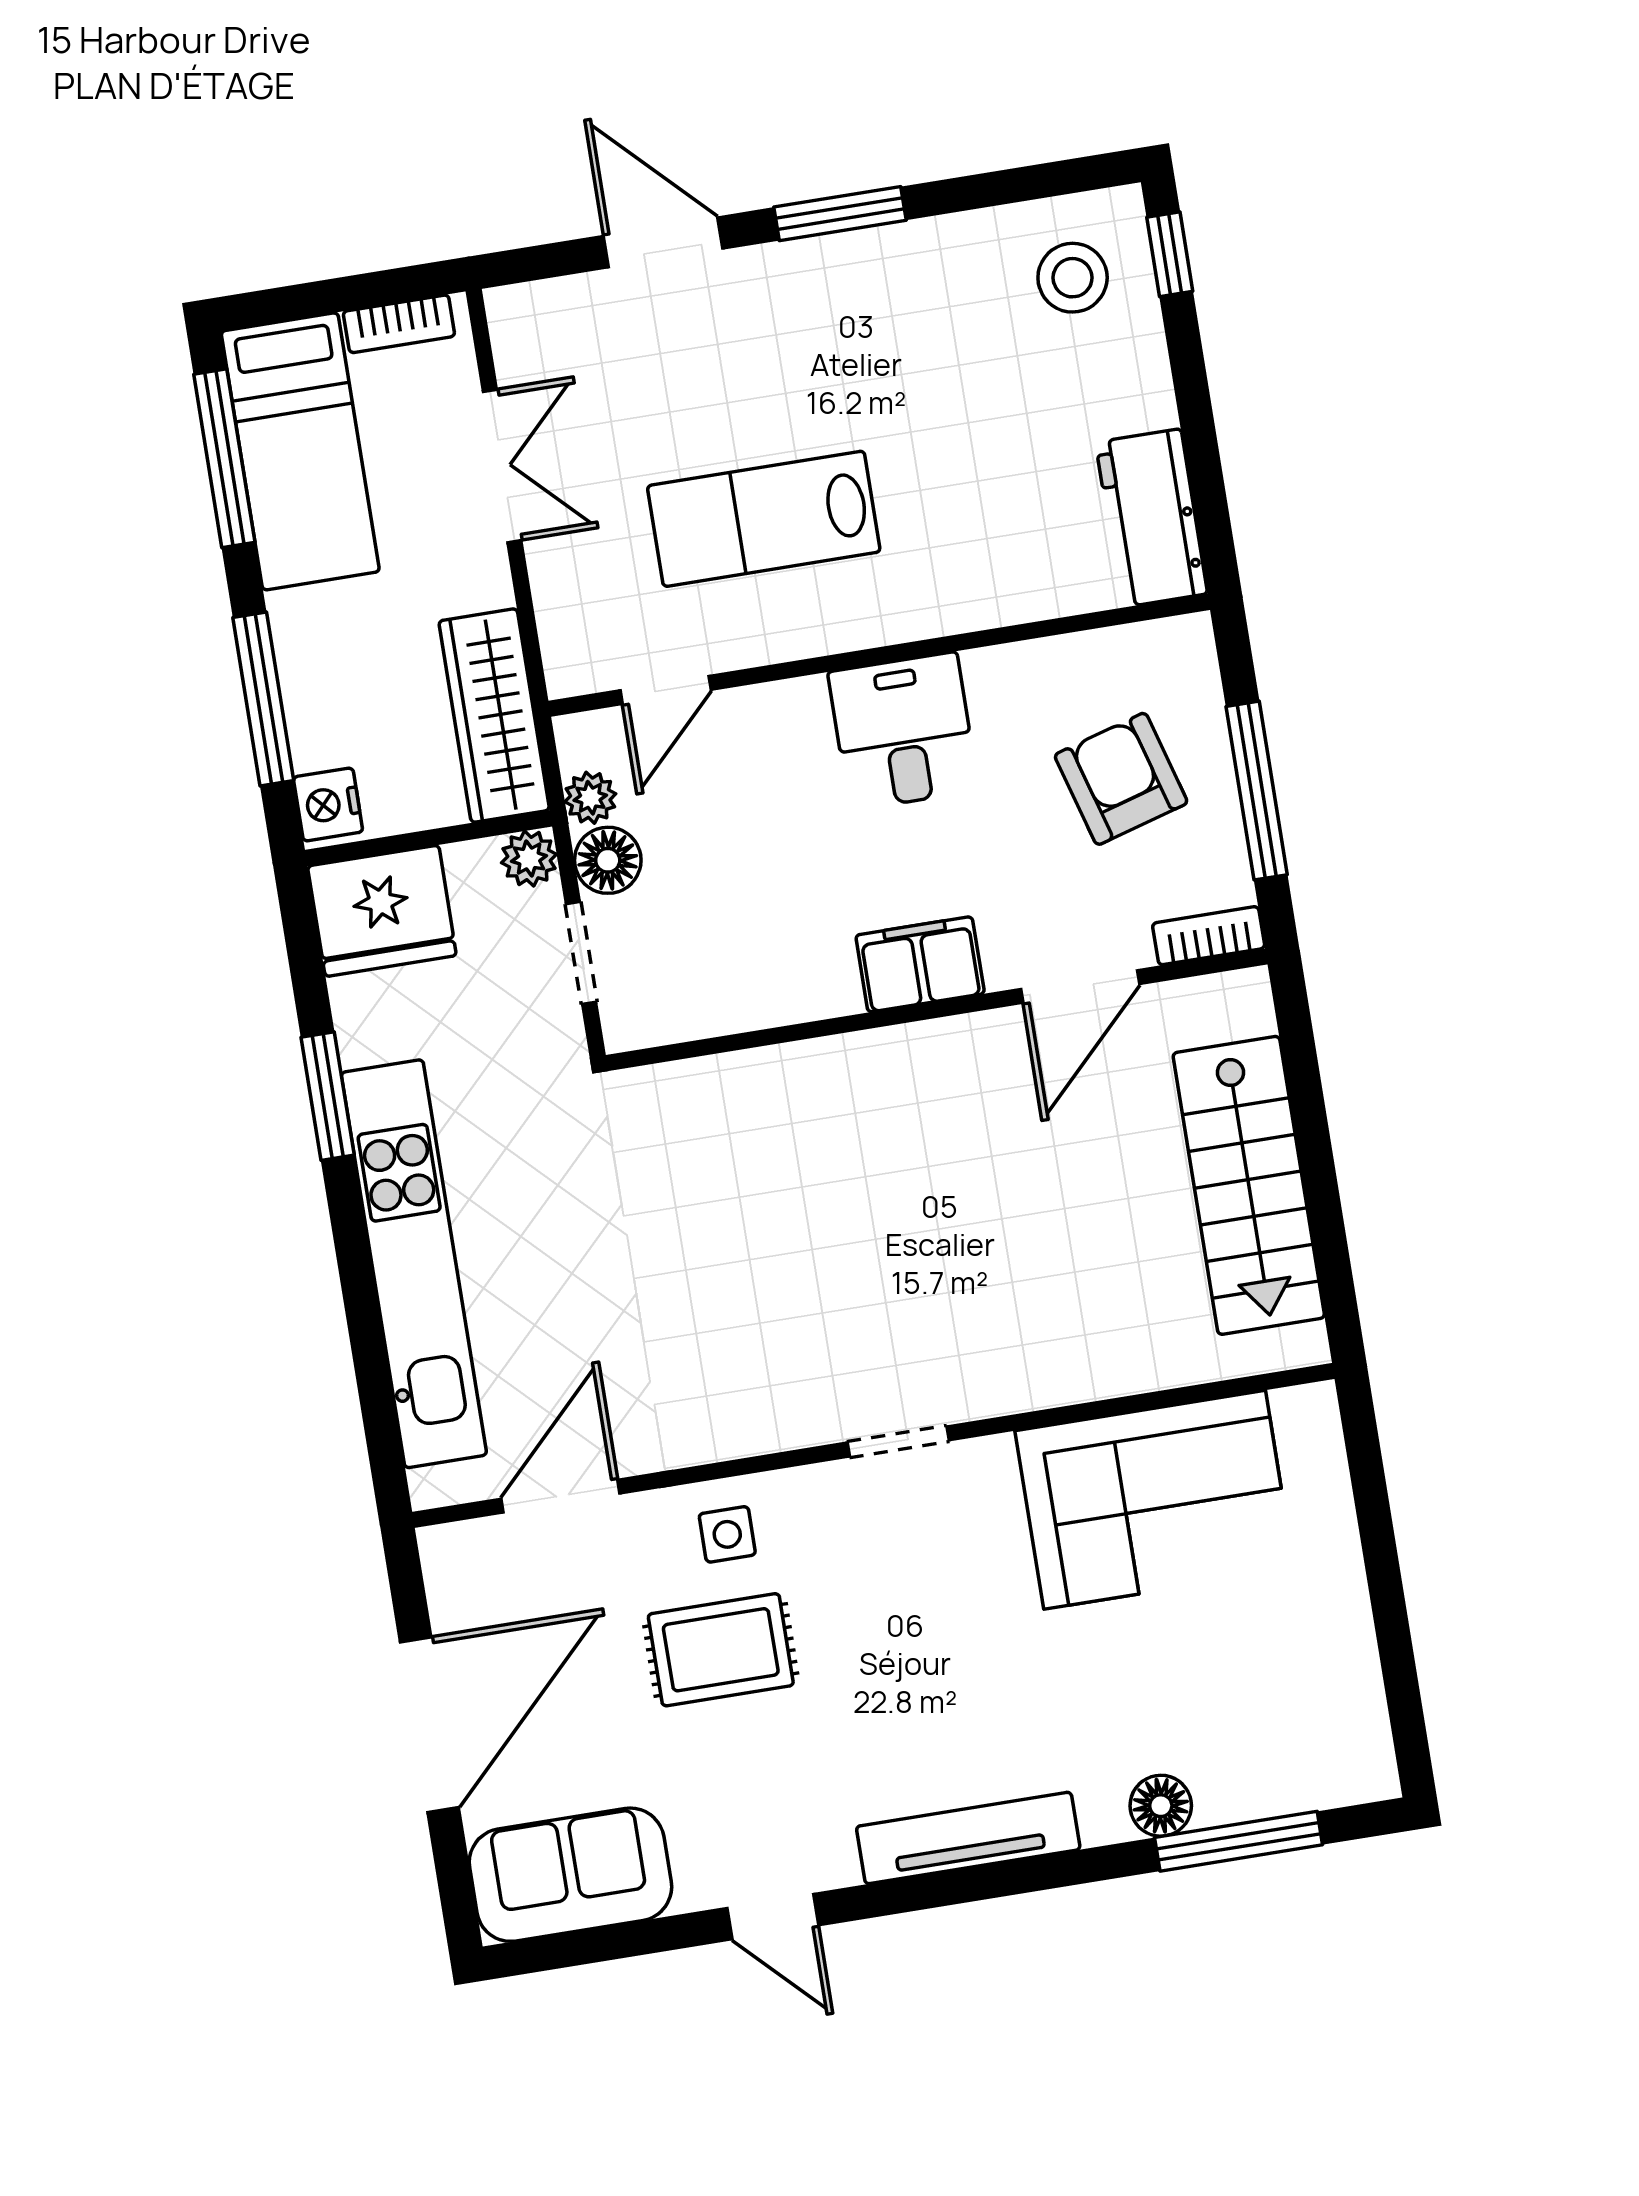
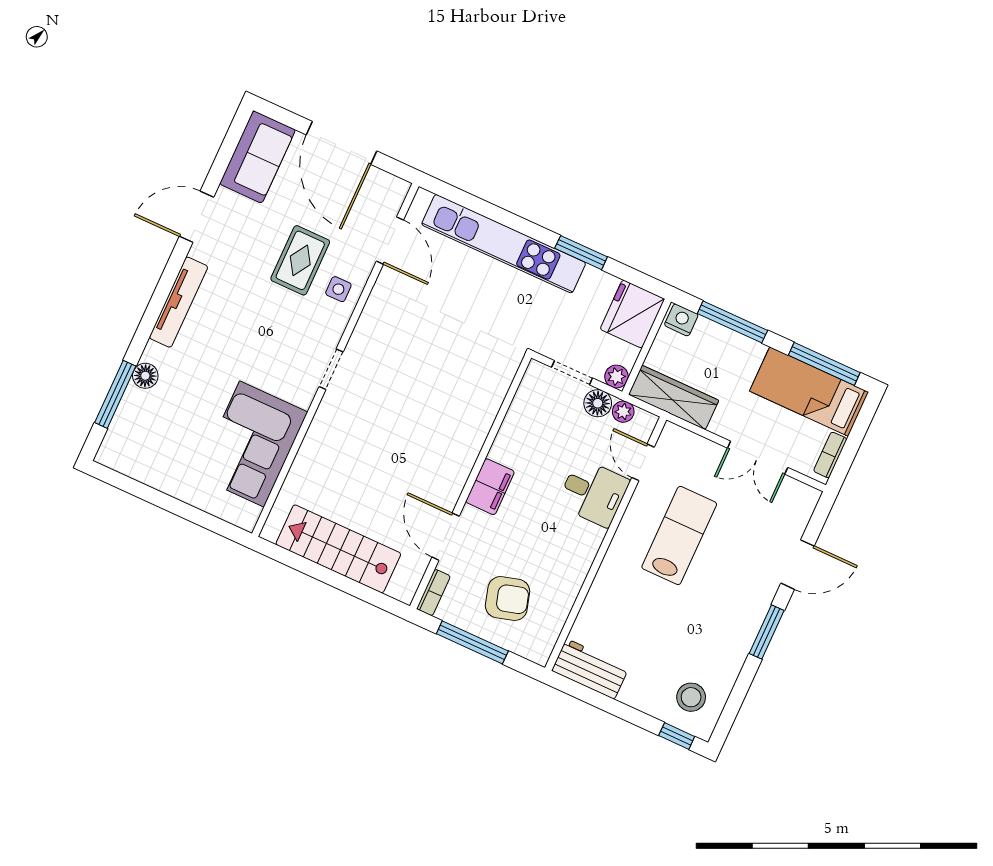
desk: (903, 731) -> (593, 493), moved
door: (773, 1917) -> (196, 217), width x1.38

